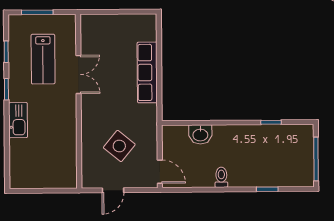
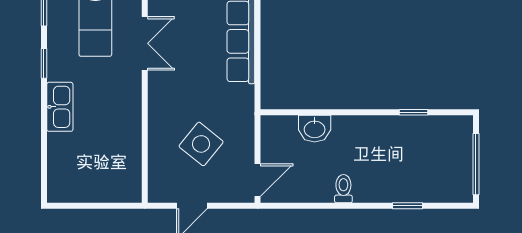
door: (160, 172) -> (258, 180), hinge flipped

